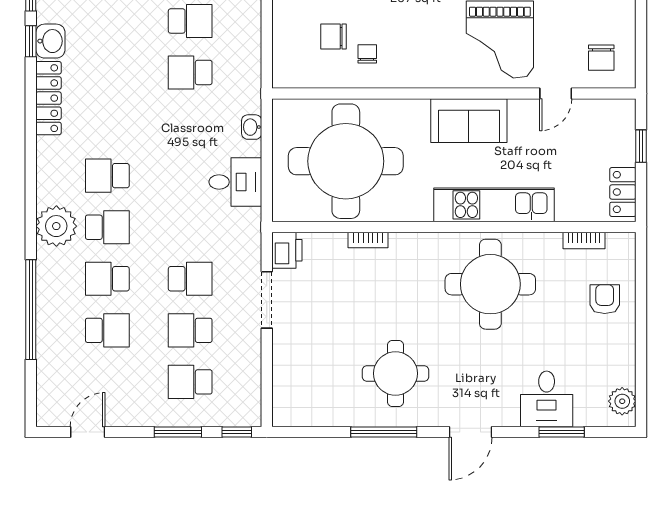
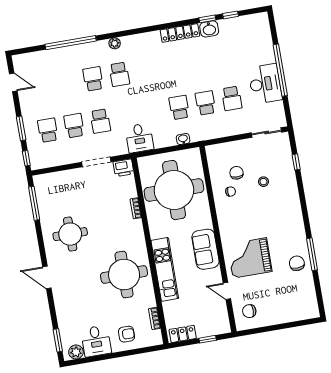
school desk: (107, 176) -> (179, 107), moved
desk: (235, 182) -> (139, 138), moved
plant: (56, 226) -> (115, 43), width x0.53, depth x0.53
school desk: (107, 330) -> (67, 83), removed
desk: (547, 399) -> (96, 341), moved, turned -90
window: (384, 432) -> (34, 203), moved
window: (562, 432) -> (58, 340), moved

